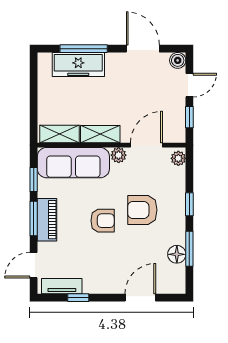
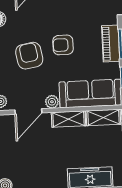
armchair: (142, 210) -> (29, 56), turned -100

